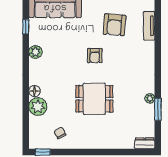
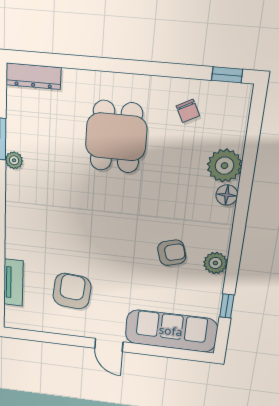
armchair: (95, 56) -> (172, 253), moved, turned 74
dining table: (94, 99) -> (116, 137), moved, turned 90
dresser: (145, 143) -> (33, 76), width x1.44

